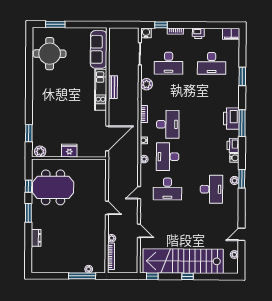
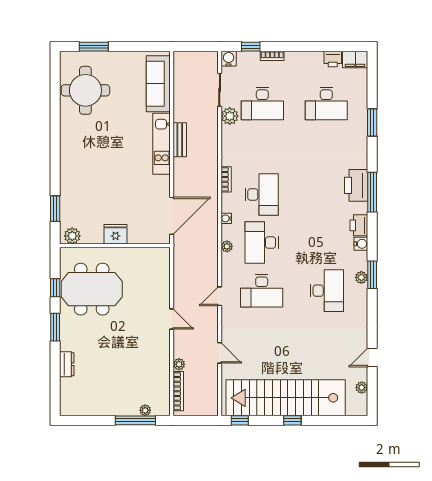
printer: (198, 33) -> (333, 59), moved
plant: (146, 84) -> (230, 116), moved

